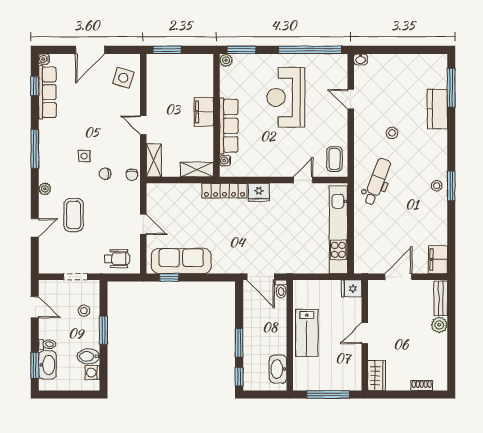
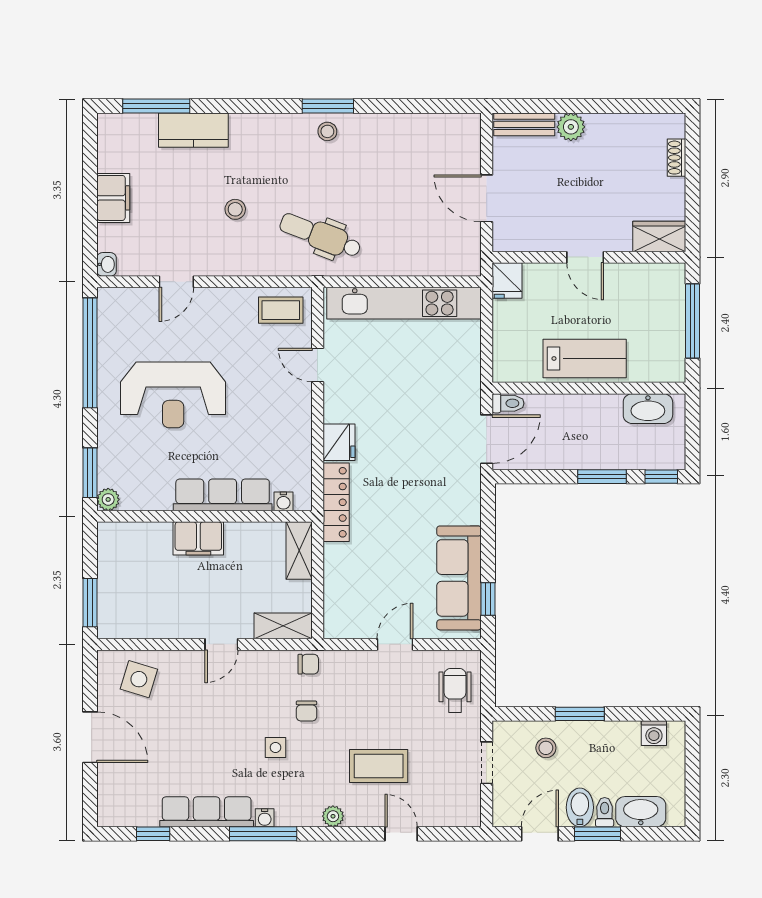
water cooler: (44, 59) -> (265, 818), moved
row of seats: (47, 92) -> (207, 812), moved
filing cabinet: (438, 260) -> (113, 198), moved, turned -90
bidet: (88, 356) -> (580, 807), moved, turned 180
window: (35, 365) -> (598, 834), moved

